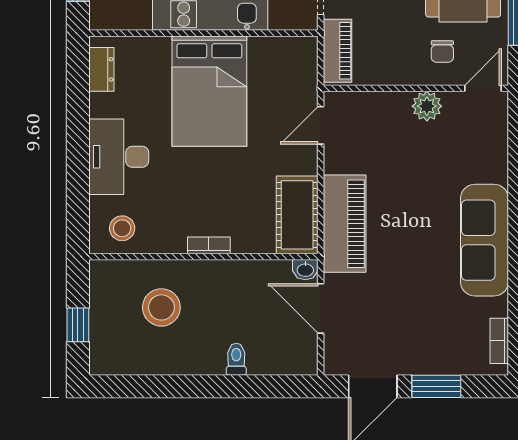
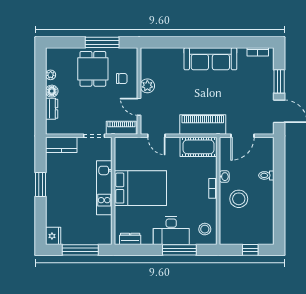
door: (483, 88) -> (139, 107), moved
window: (78, 174) -> (179, 250), added
washbasin: (305, 270) -> (224, 177), moved
stool: (161, 307) -> (239, 199), moved

